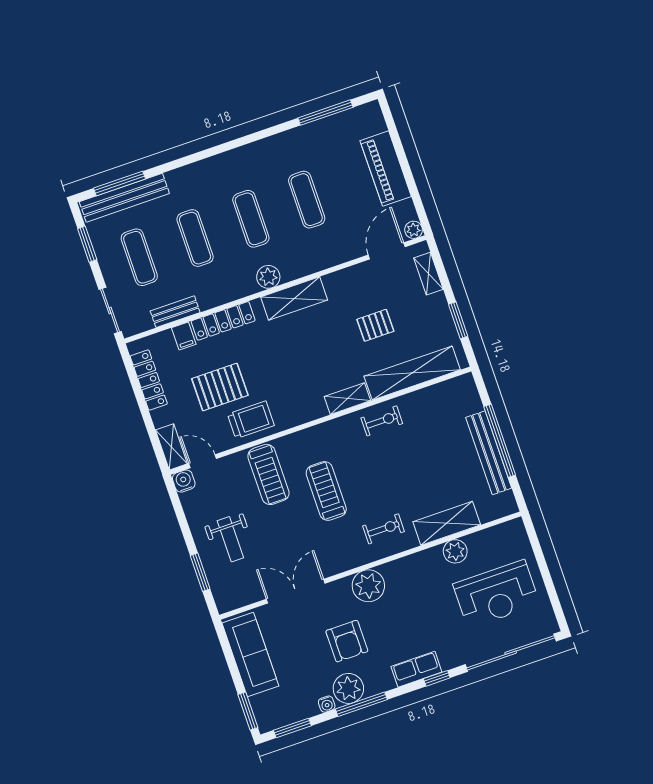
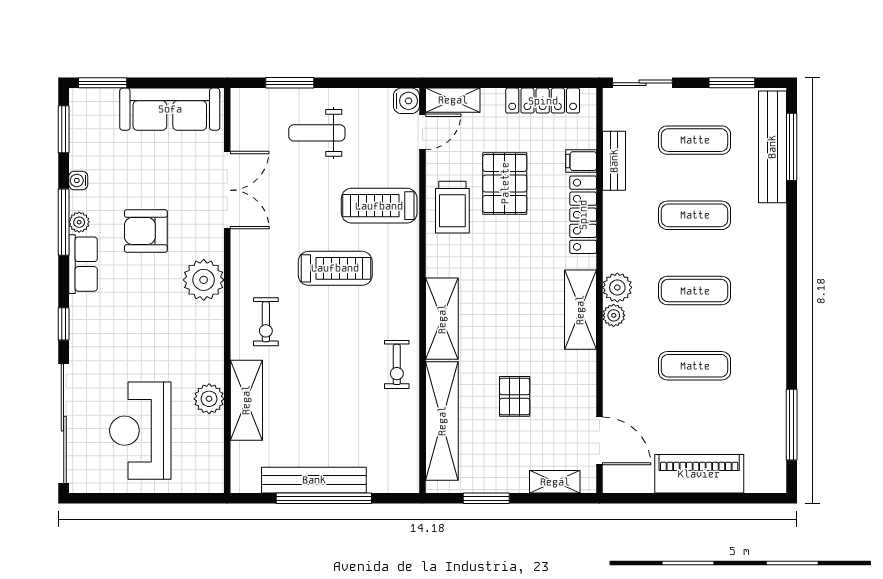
plant: (414, 230) -> (614, 315), moved
shelving: (347, 399) -> (442, 319), width x1.50, depth x1.33
row of seats: (416, 669) -> (83, 264), moved
plant: (348, 688) -> (79, 222), width x0.53, depth x0.53

